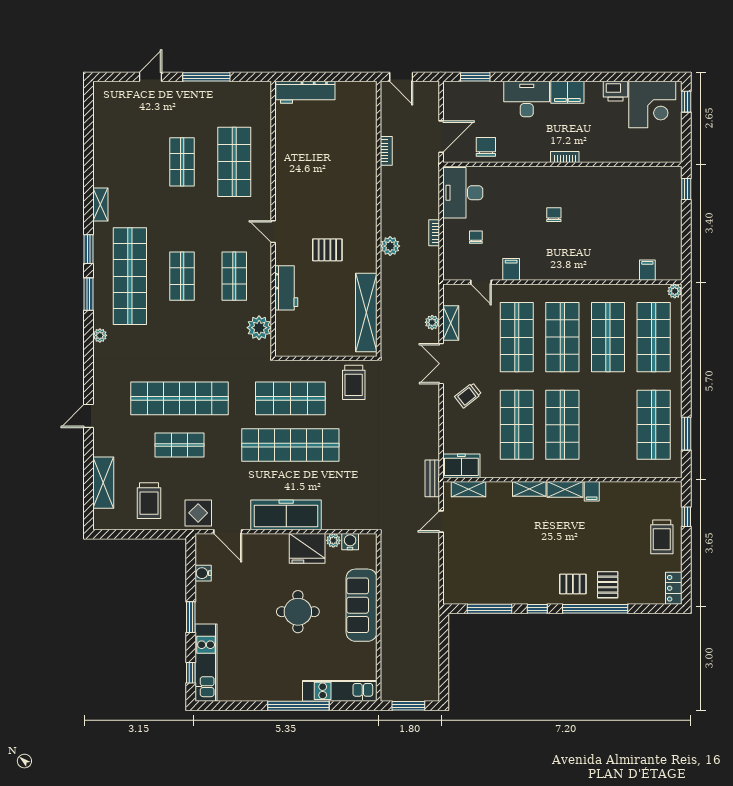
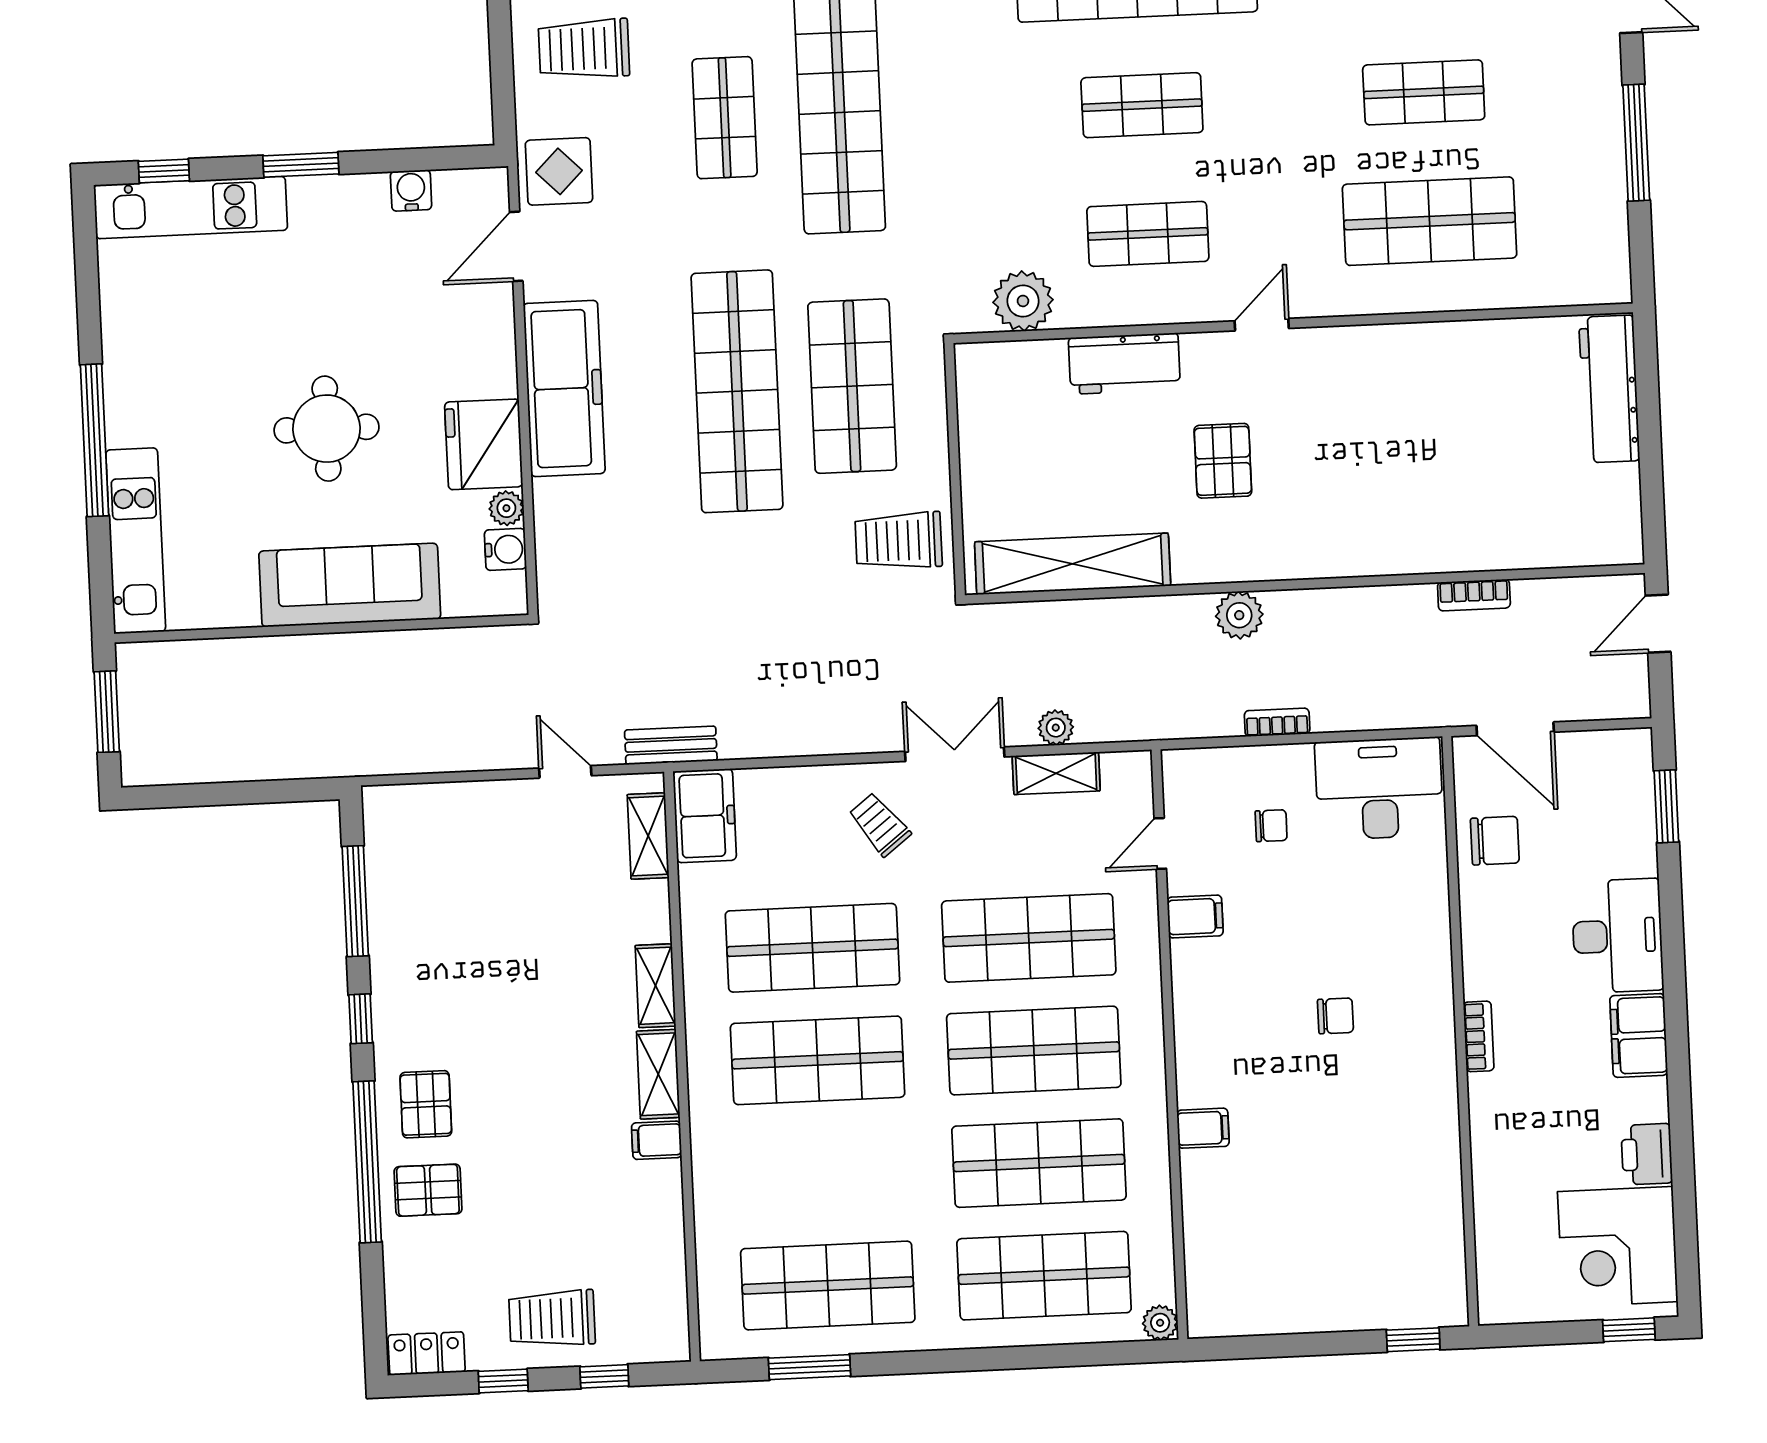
filing cabinet: (647, 270) -> (1203, 1128), moved
window: (686, 558) -> (503, 1381), added

